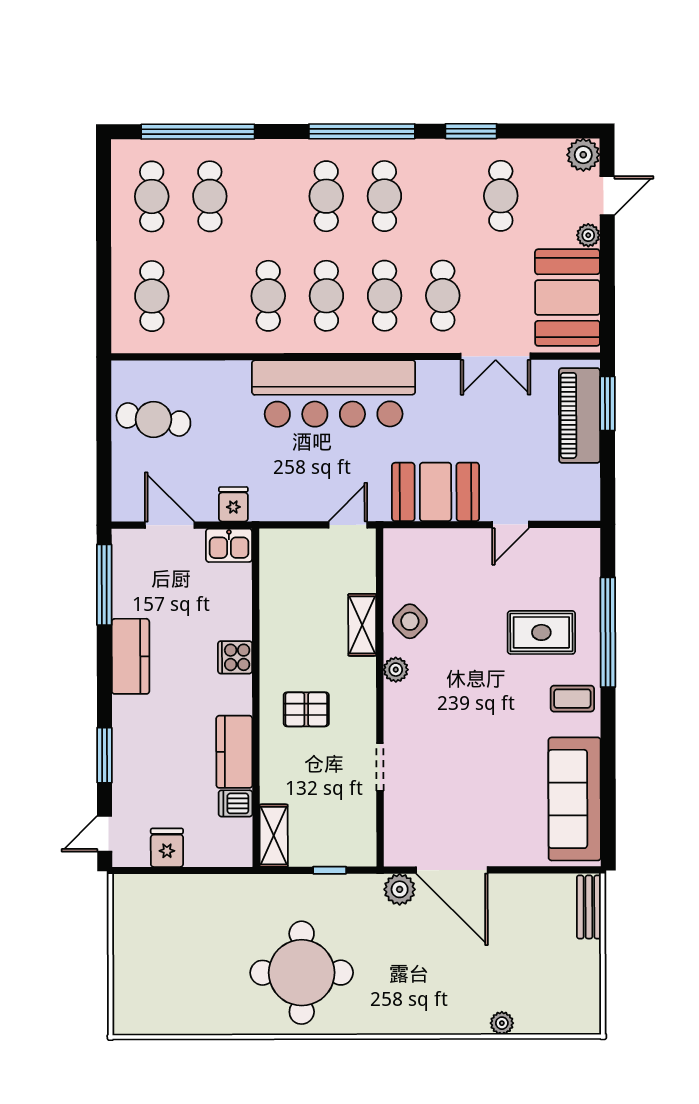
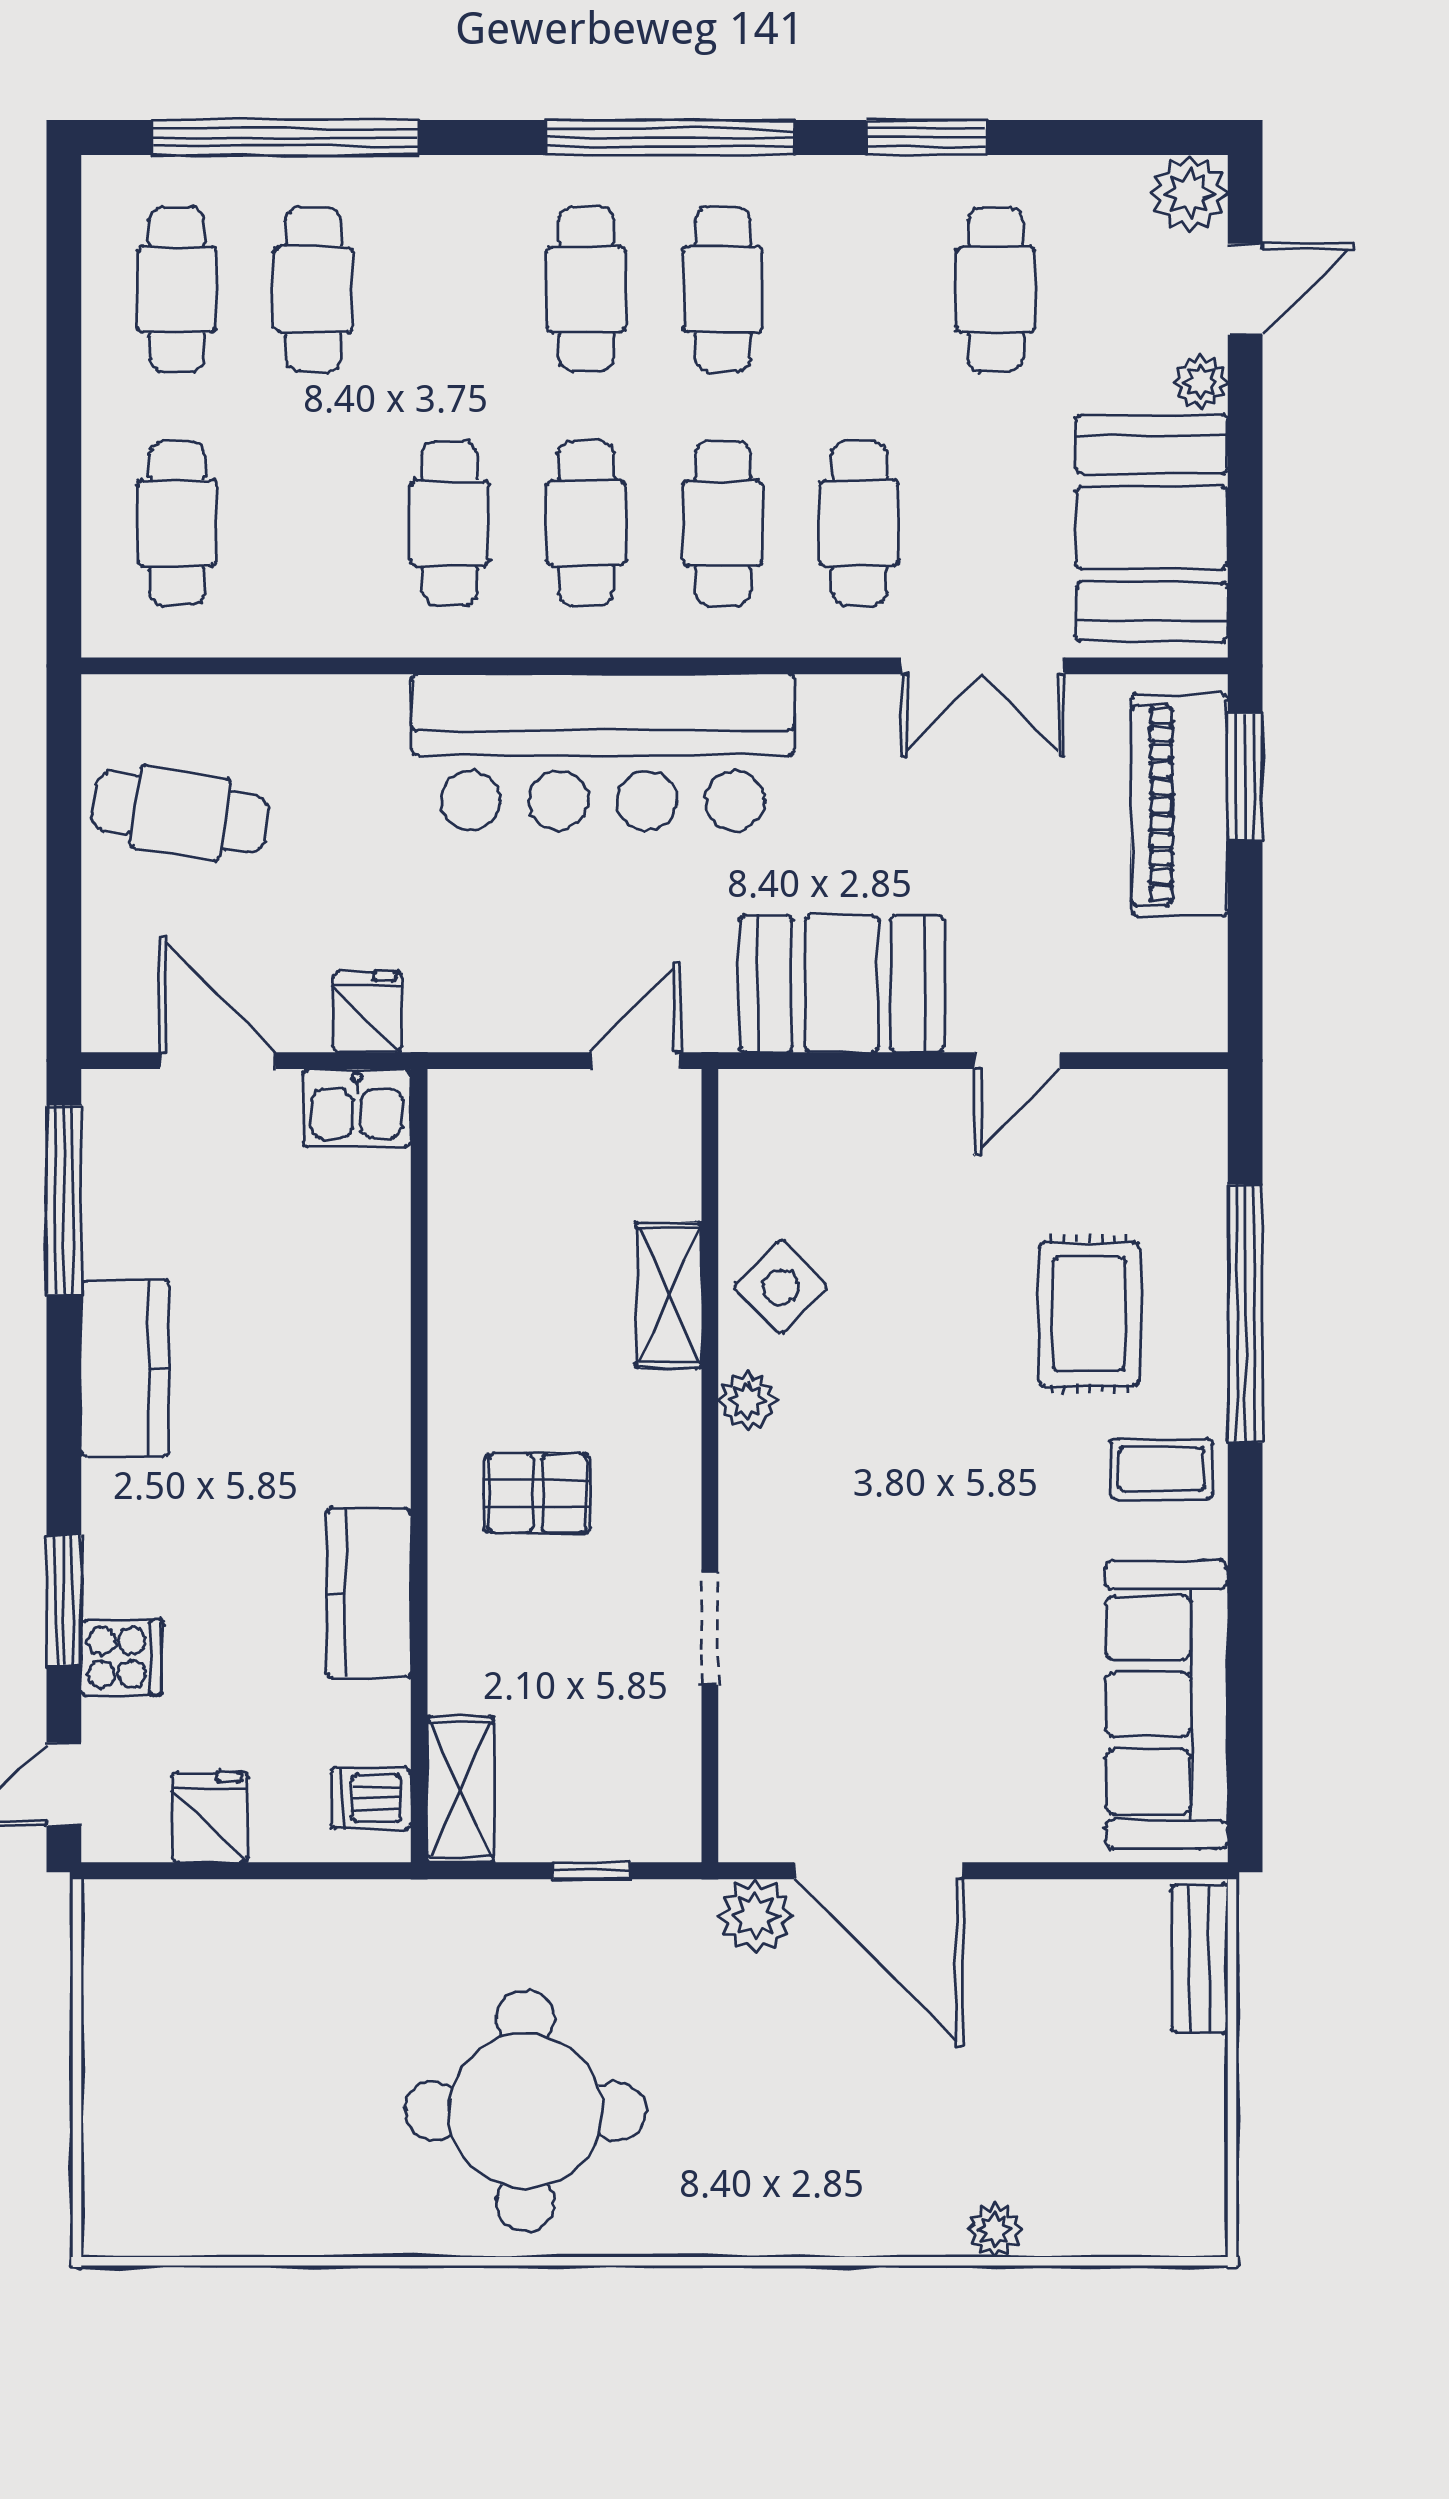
rug: (541, 632) -> (1089, 1314), turned 90
cooker: (235, 657) -> (121, 1657), moved, turned 180
dishwasher: (236, 803) -> (371, 1798), moved

